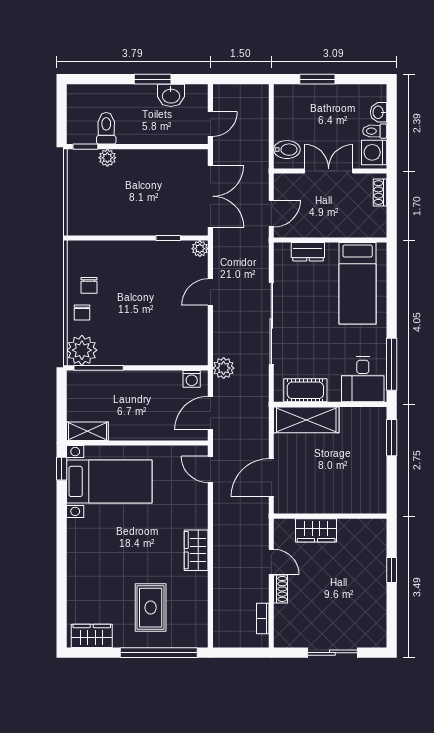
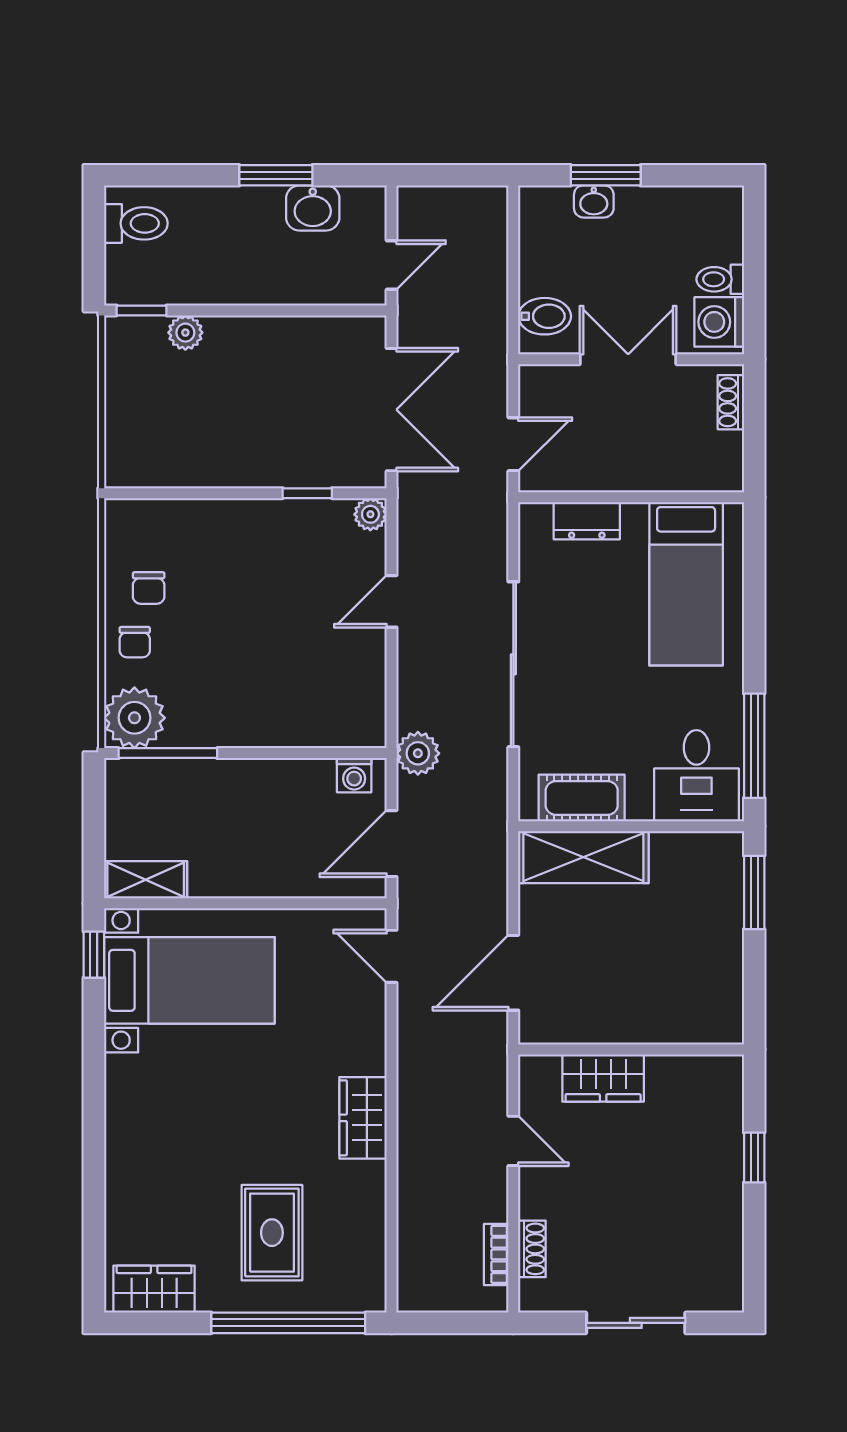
washbasin: (379, 112) -> (594, 201), moved, turned -90
toilet: (106, 128) -> (136, 223), moved, turned 90
shoe rack: (281, 589) -> (532, 1249), moved

